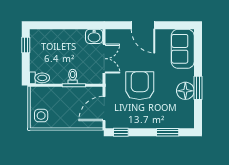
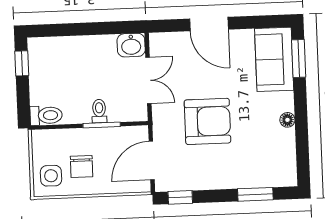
armchair: (140, 86) -> (207, 121), turned 90
window: (198, 88) -> (299, 58), moved
floor lamp: (185, 91) -> (287, 120), width x0.53, depth x0.53
chair: (60, 111) -> (82, 167), added

